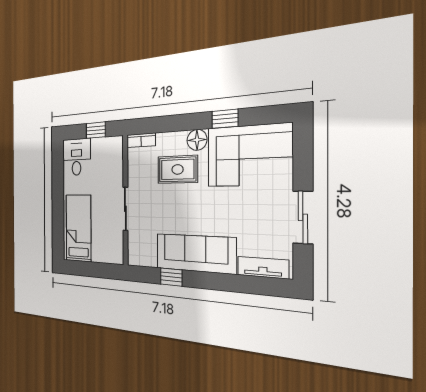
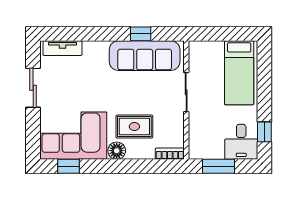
window: (225, 119) -> (68, 166), moved
window: (96, 130) -> (219, 166), width x1.50
window: (58, 168) -> (264, 132), added
sofa: (195, 253) -> (145, 56), moved

